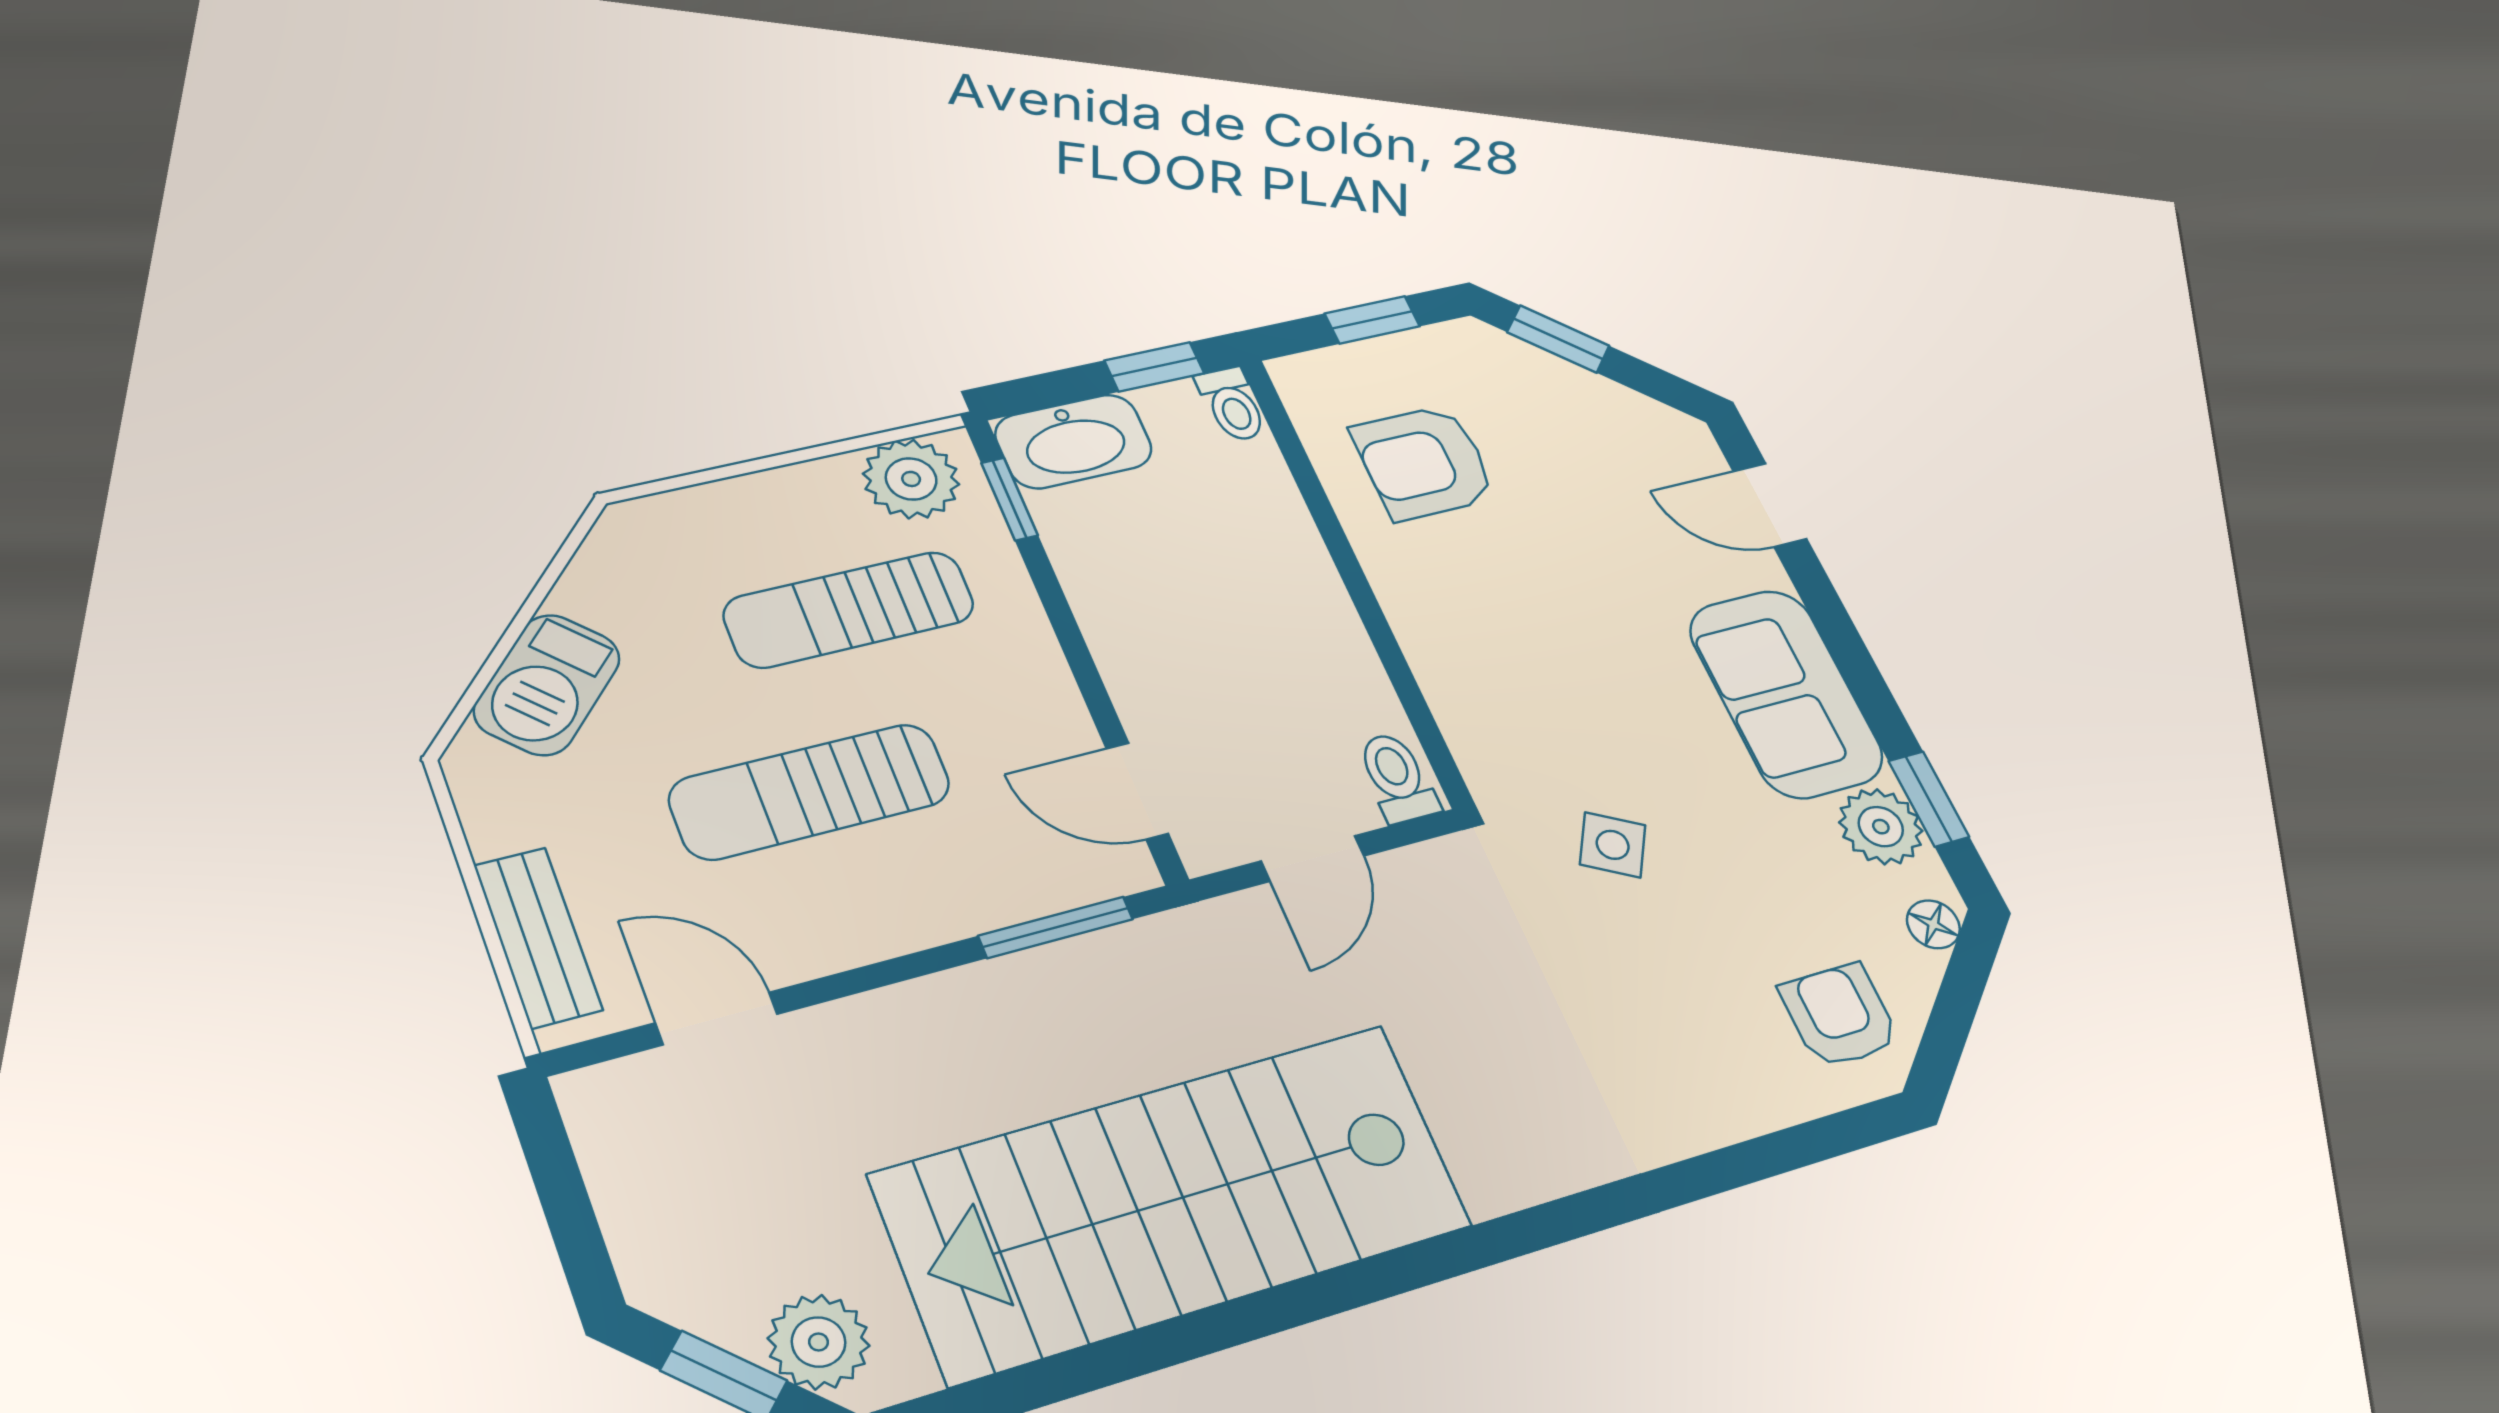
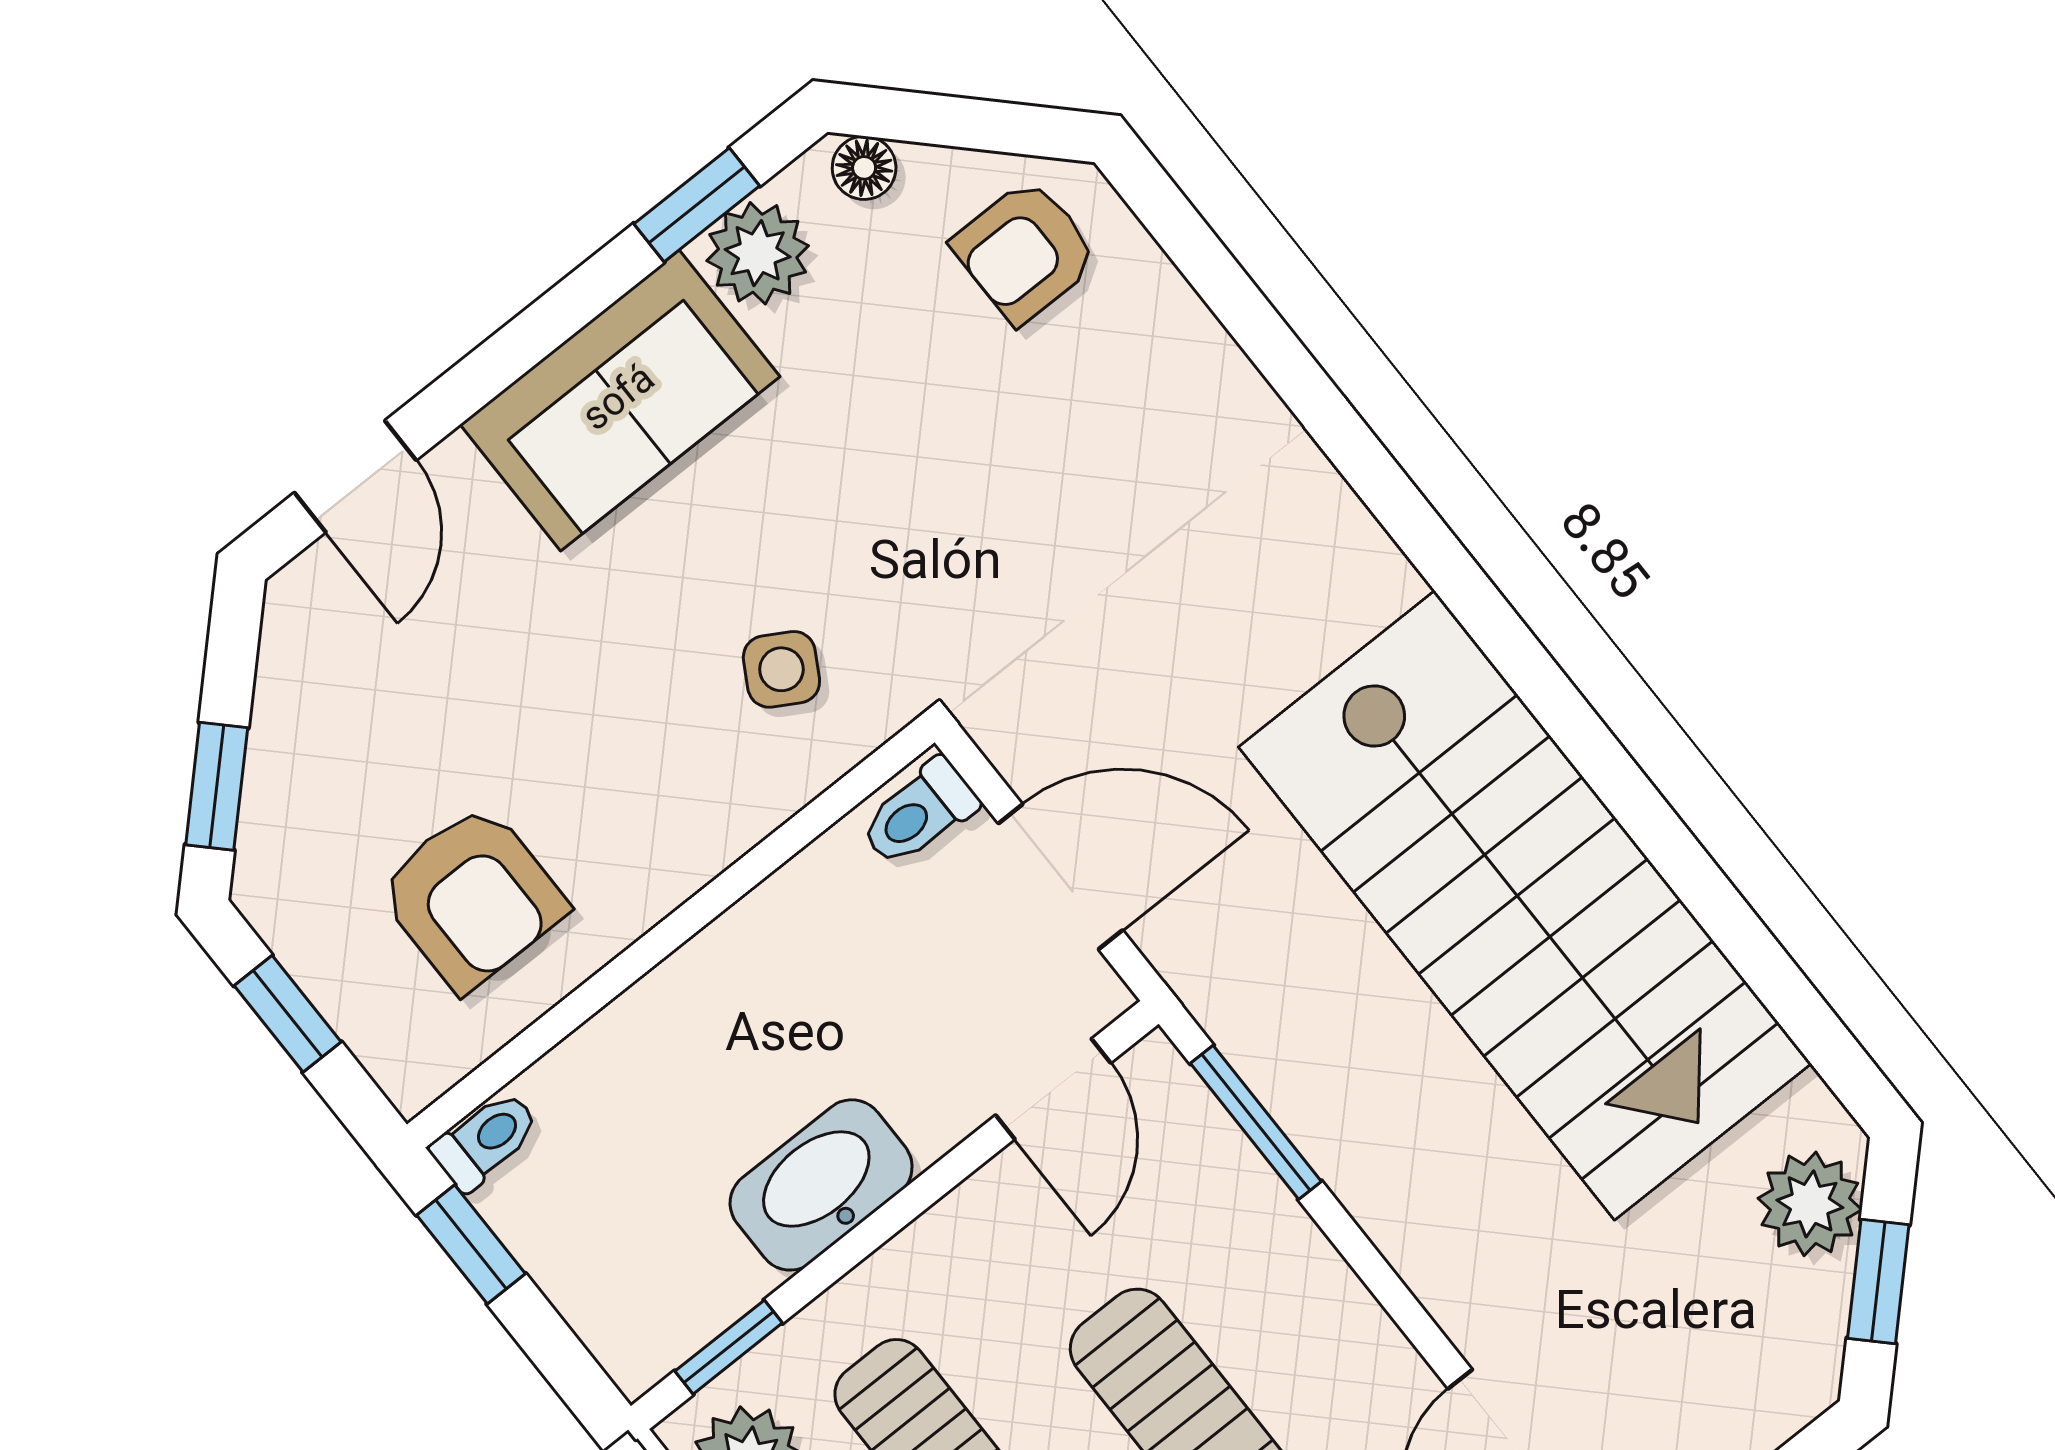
washbasin: (1074, 441) -> (821, 1185), moved, turned -90
side table: (1613, 845) -> (781, 669), moved
door: (1313, 858) -> (1061, 877), width x1.38

